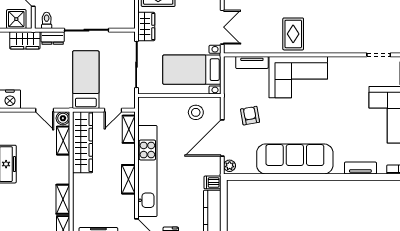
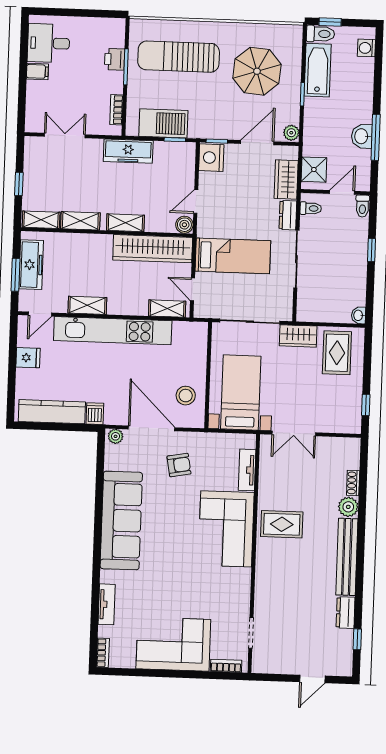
shelving: (63, 141) -> (125, 223), moved
shelving: (128, 179) -> (87, 305), moved

